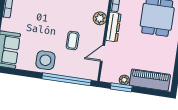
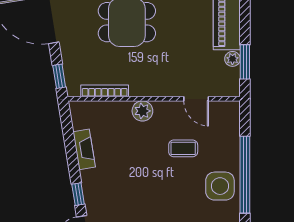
dresser: (113, 27) -> (153, 88), removed
window: (67, 79) -> (245, 175), moved

